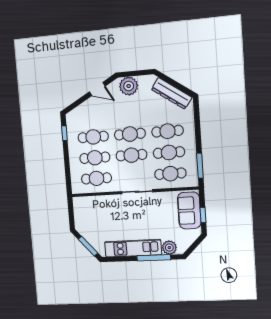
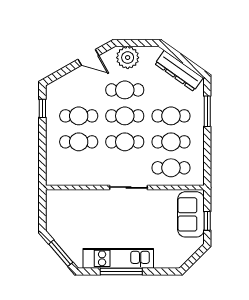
window: (200, 166) -> (207, 111), moved
cafe table: (96, 178) -> (125, 90), moved
plant: (169, 248) -> (164, 259), removed
window: (154, 258) -> (121, 271), moved

